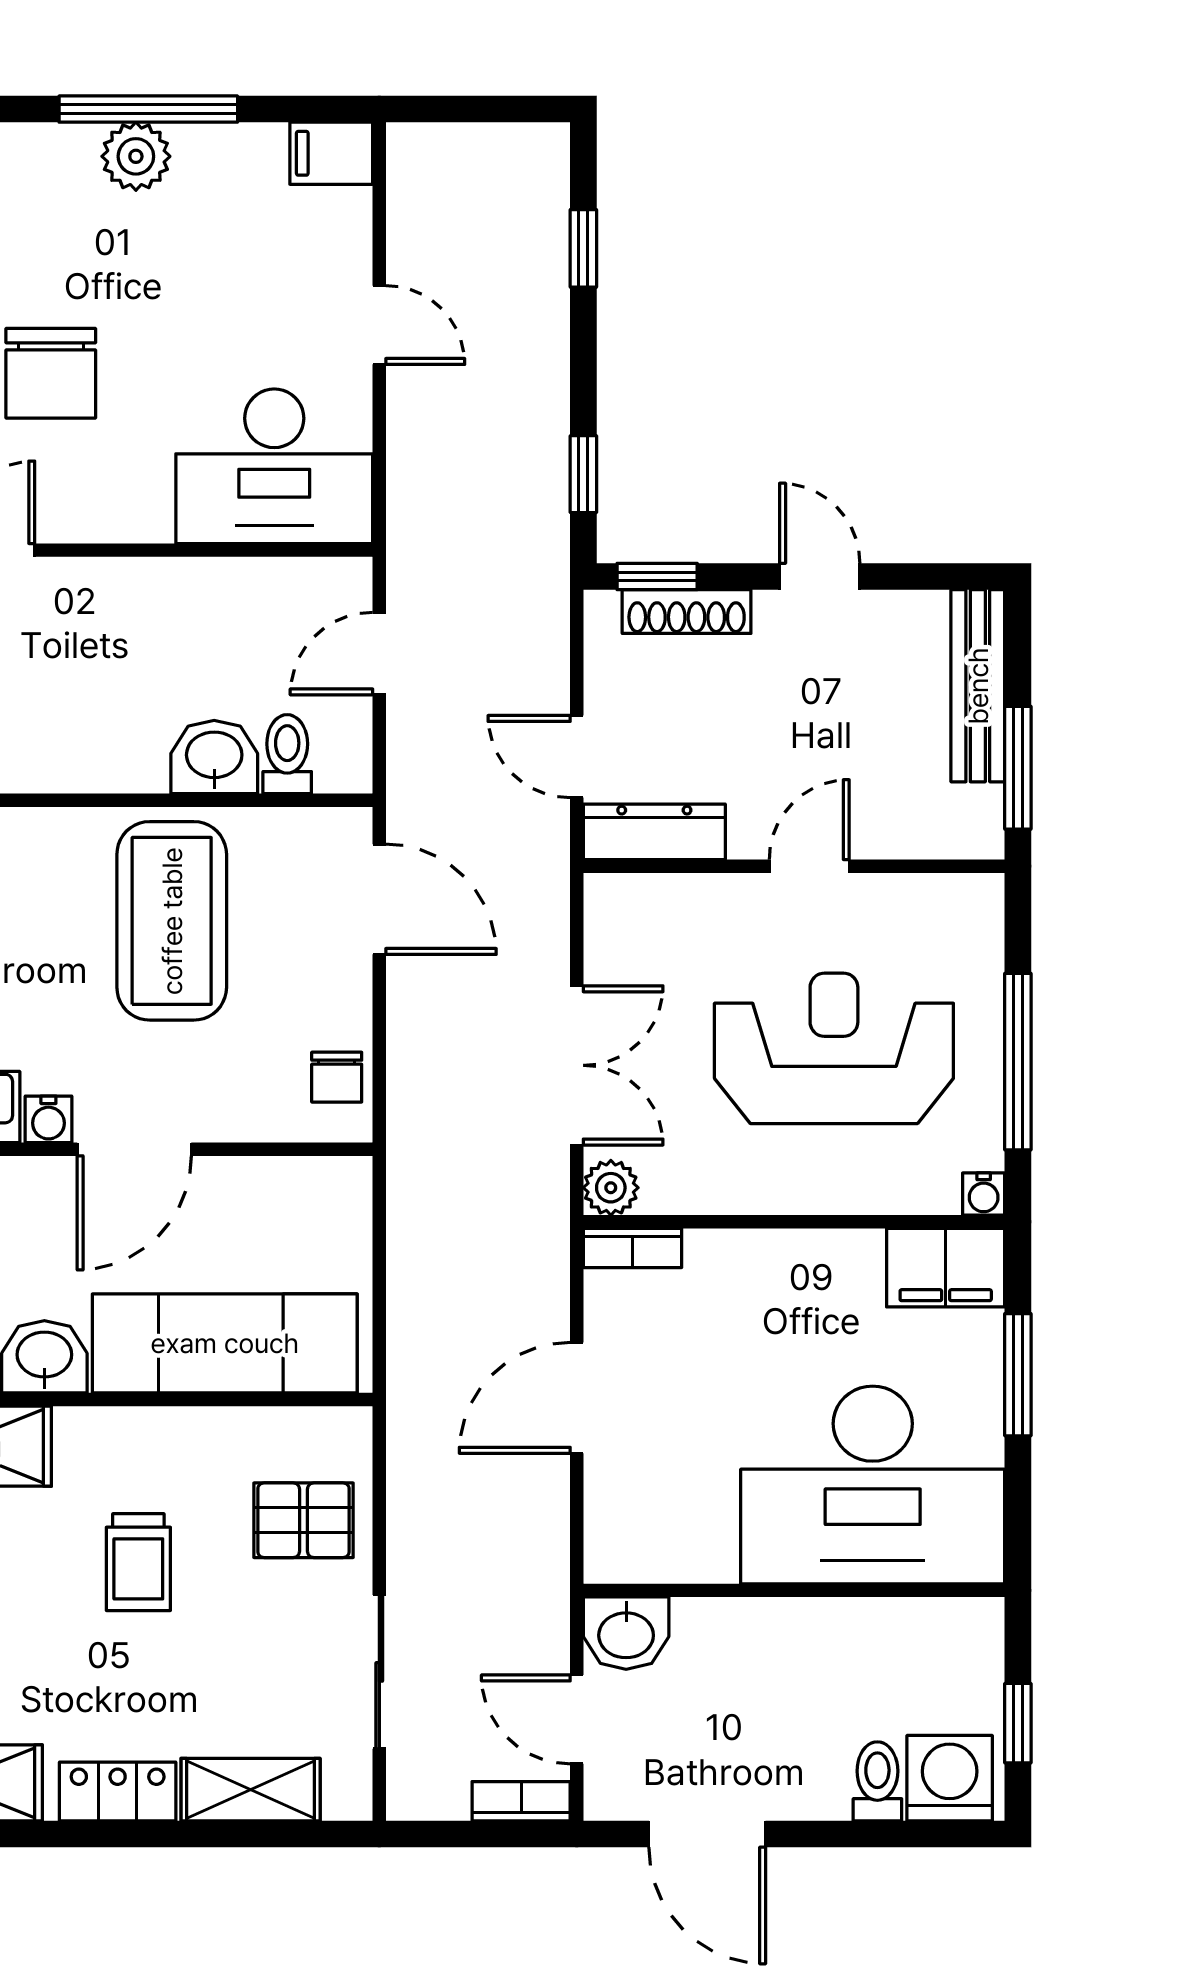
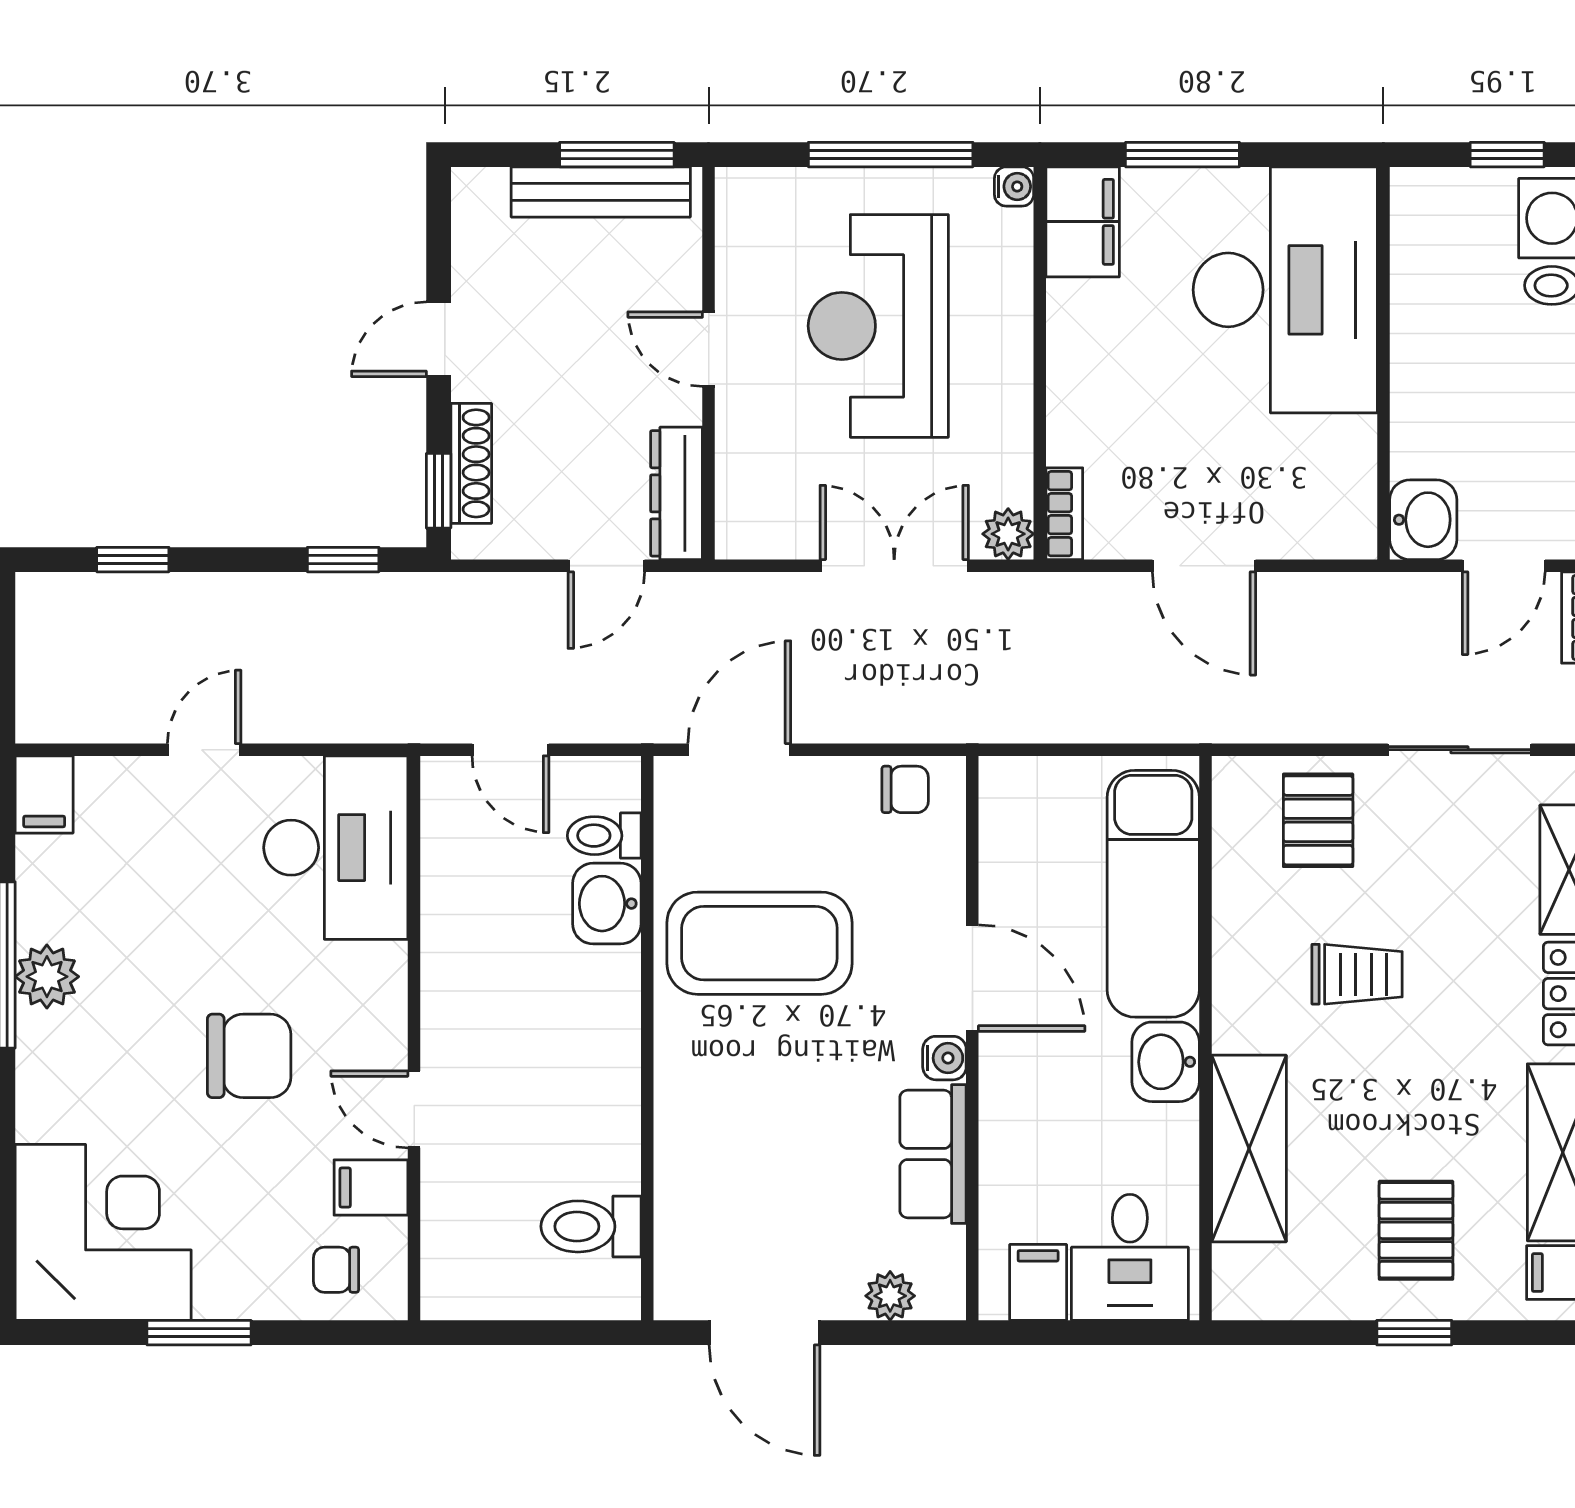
bench: (978, 686) -> (601, 192), moved

